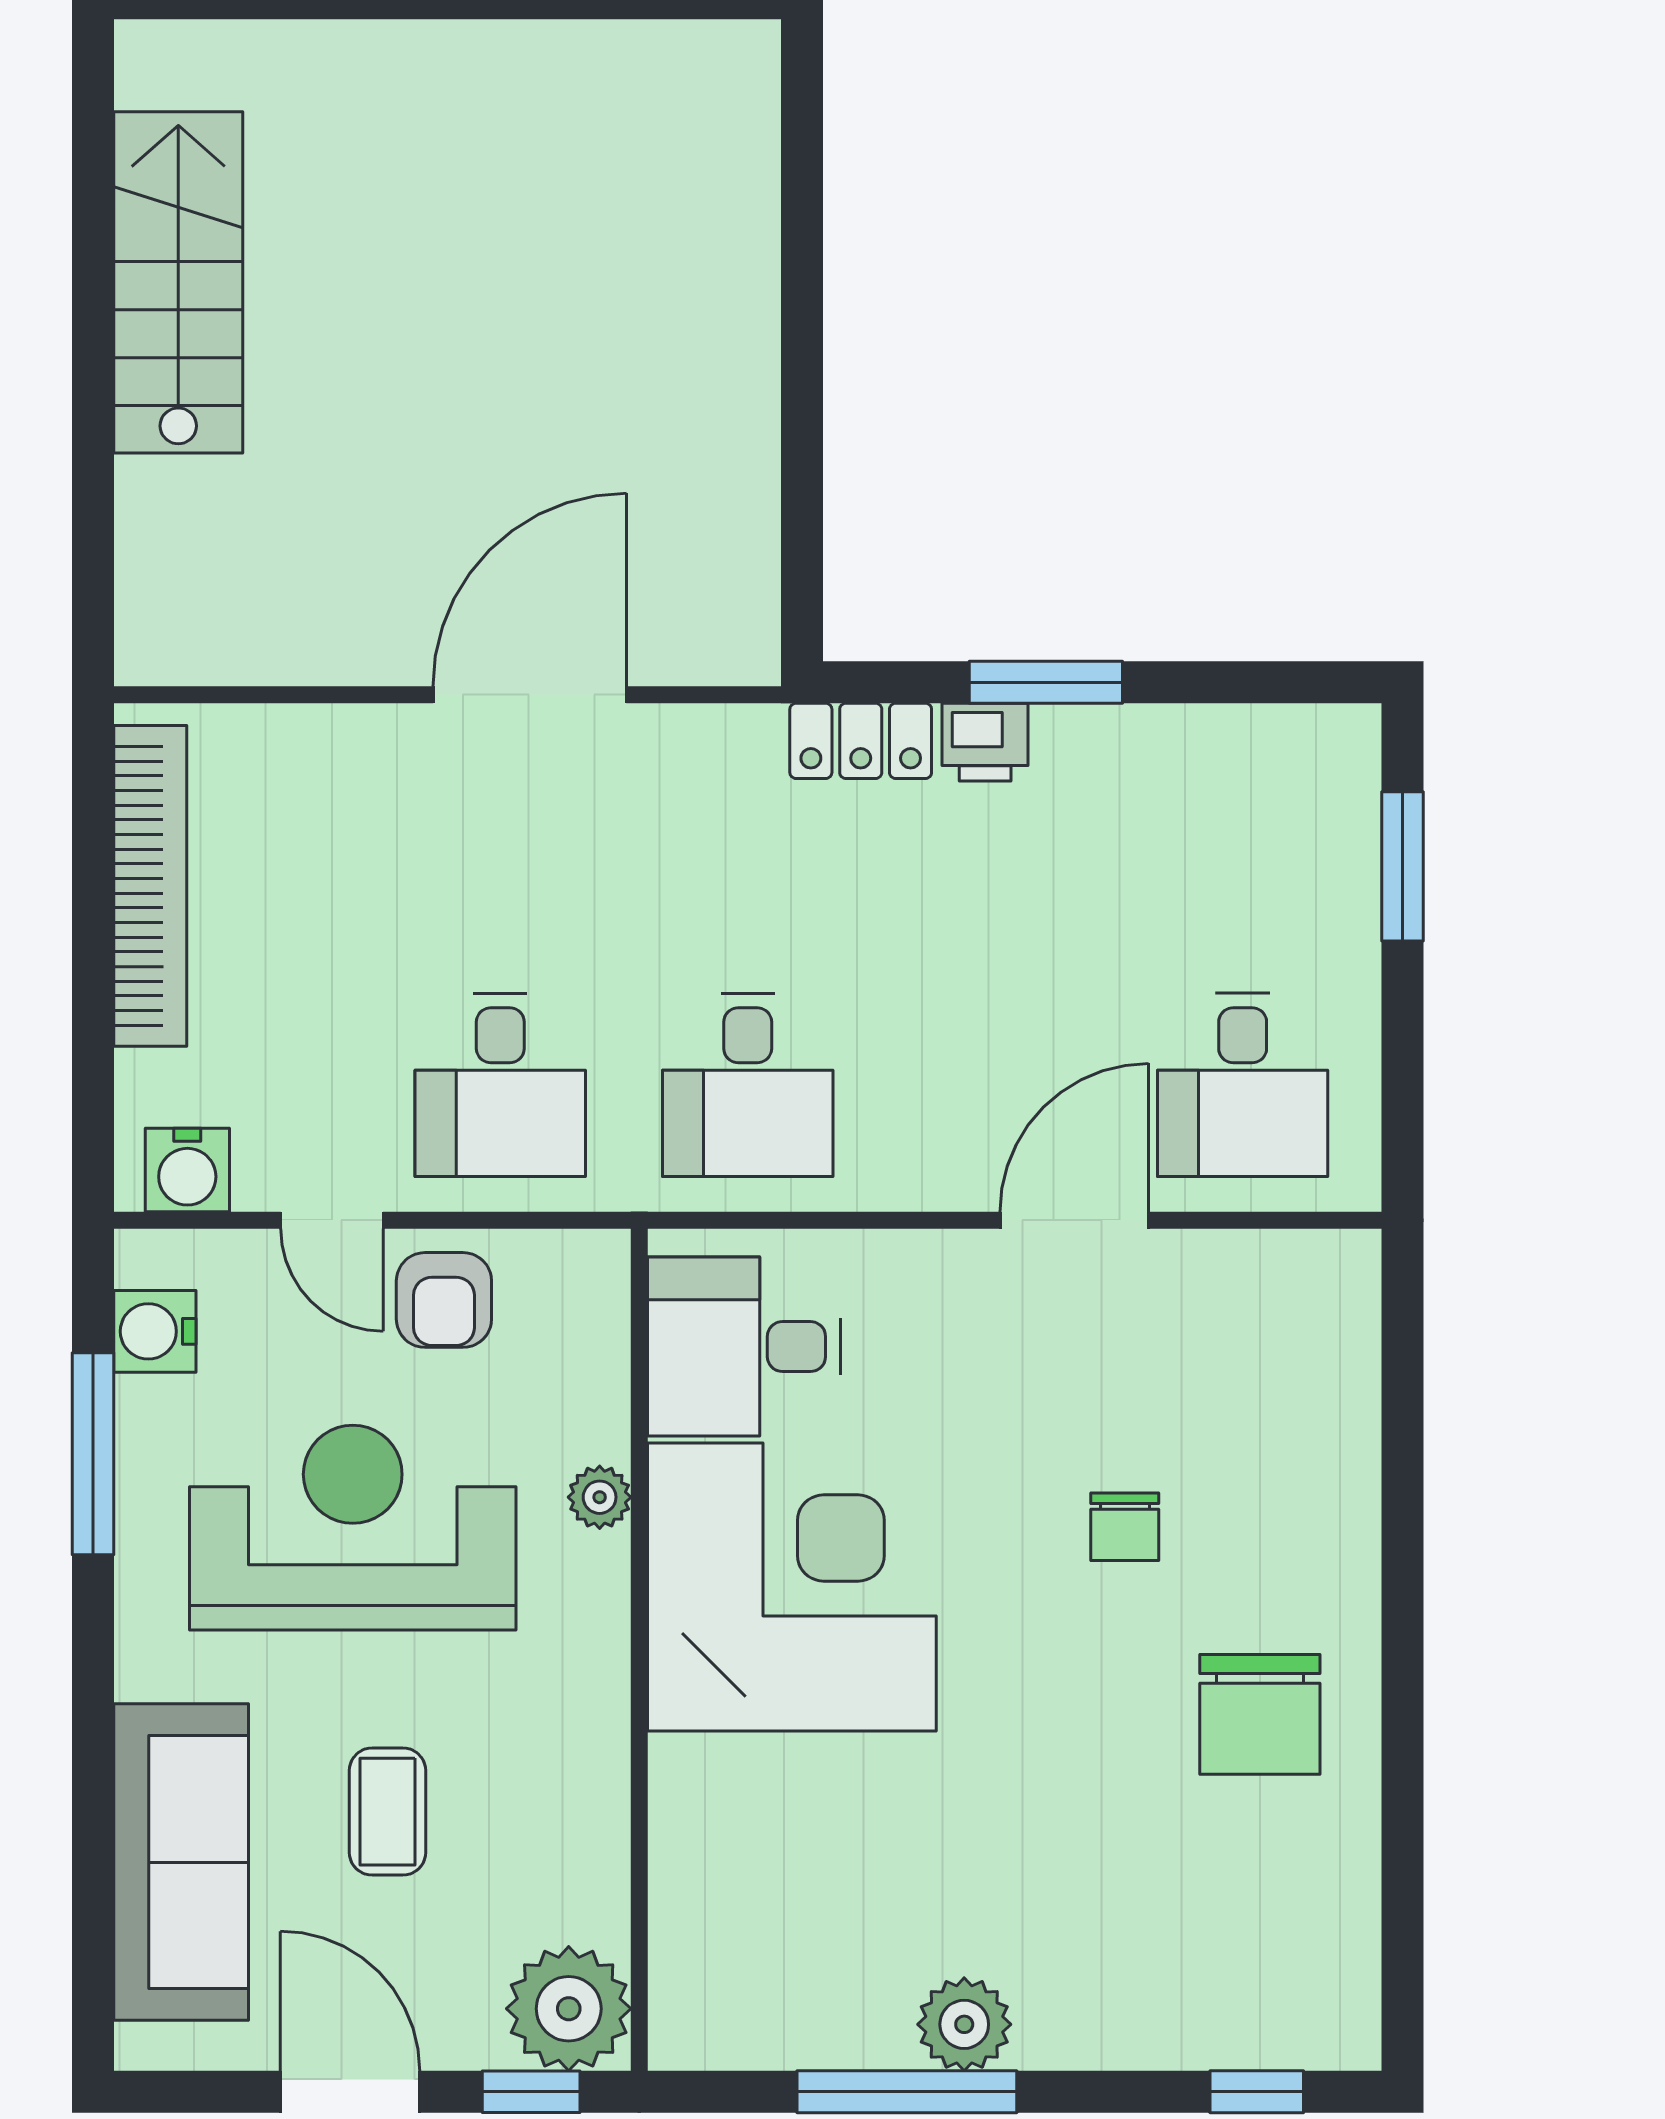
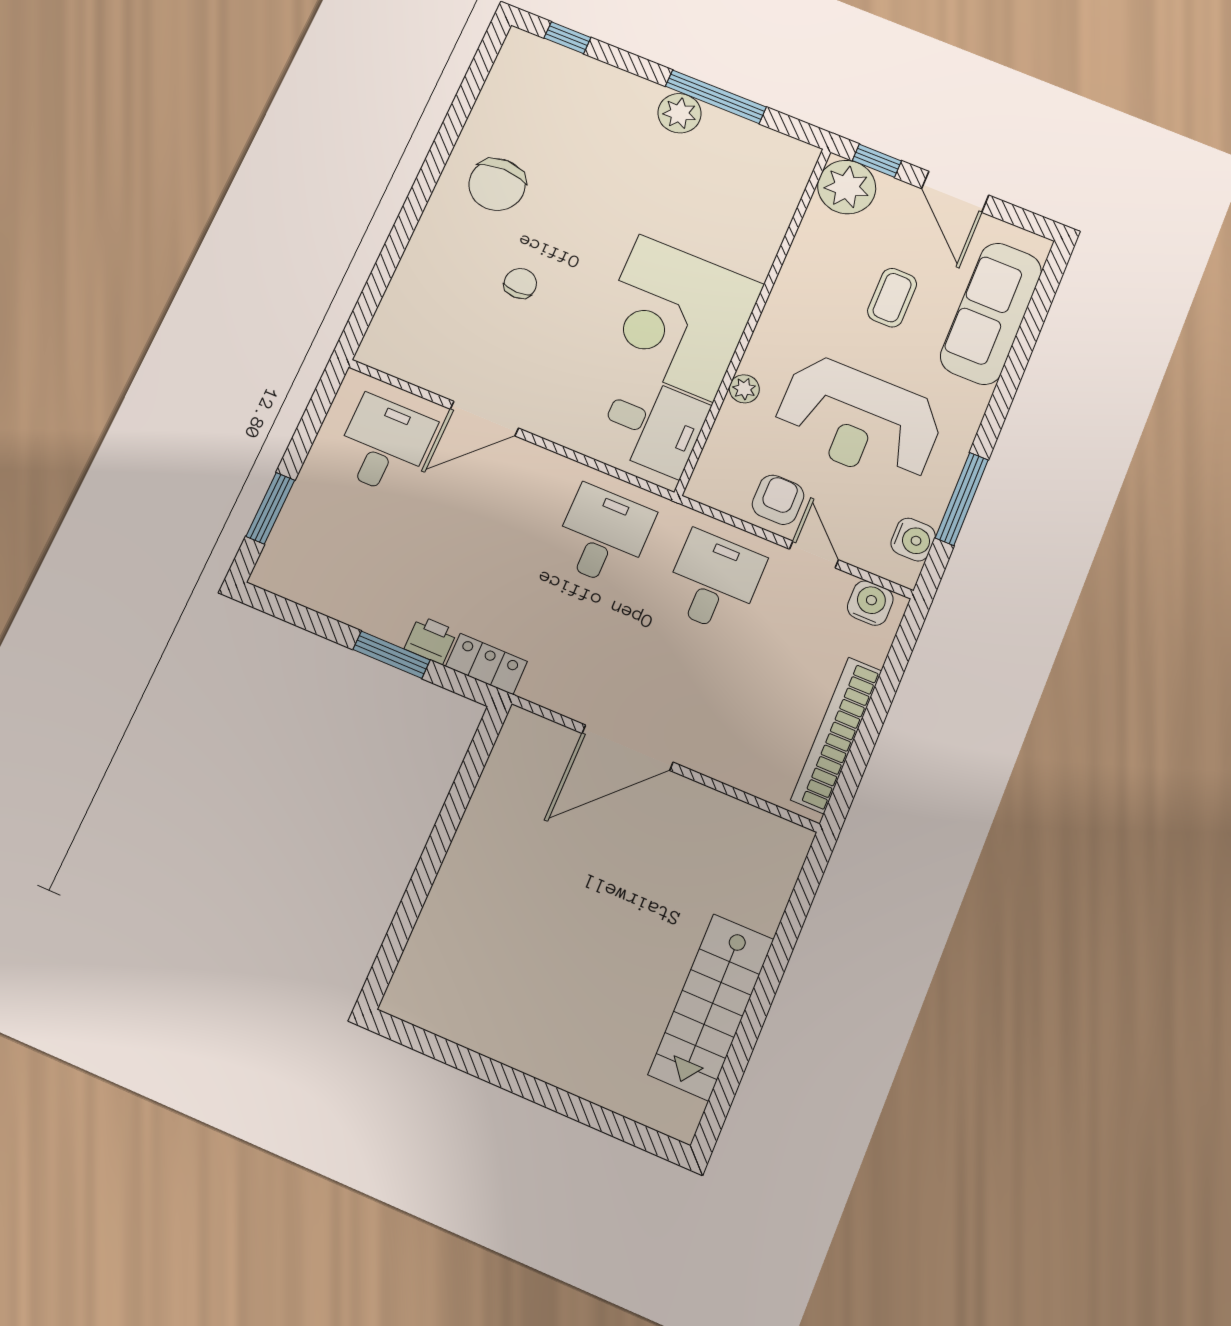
chair: (1260, 1714) -> (497, 185), turned 180

